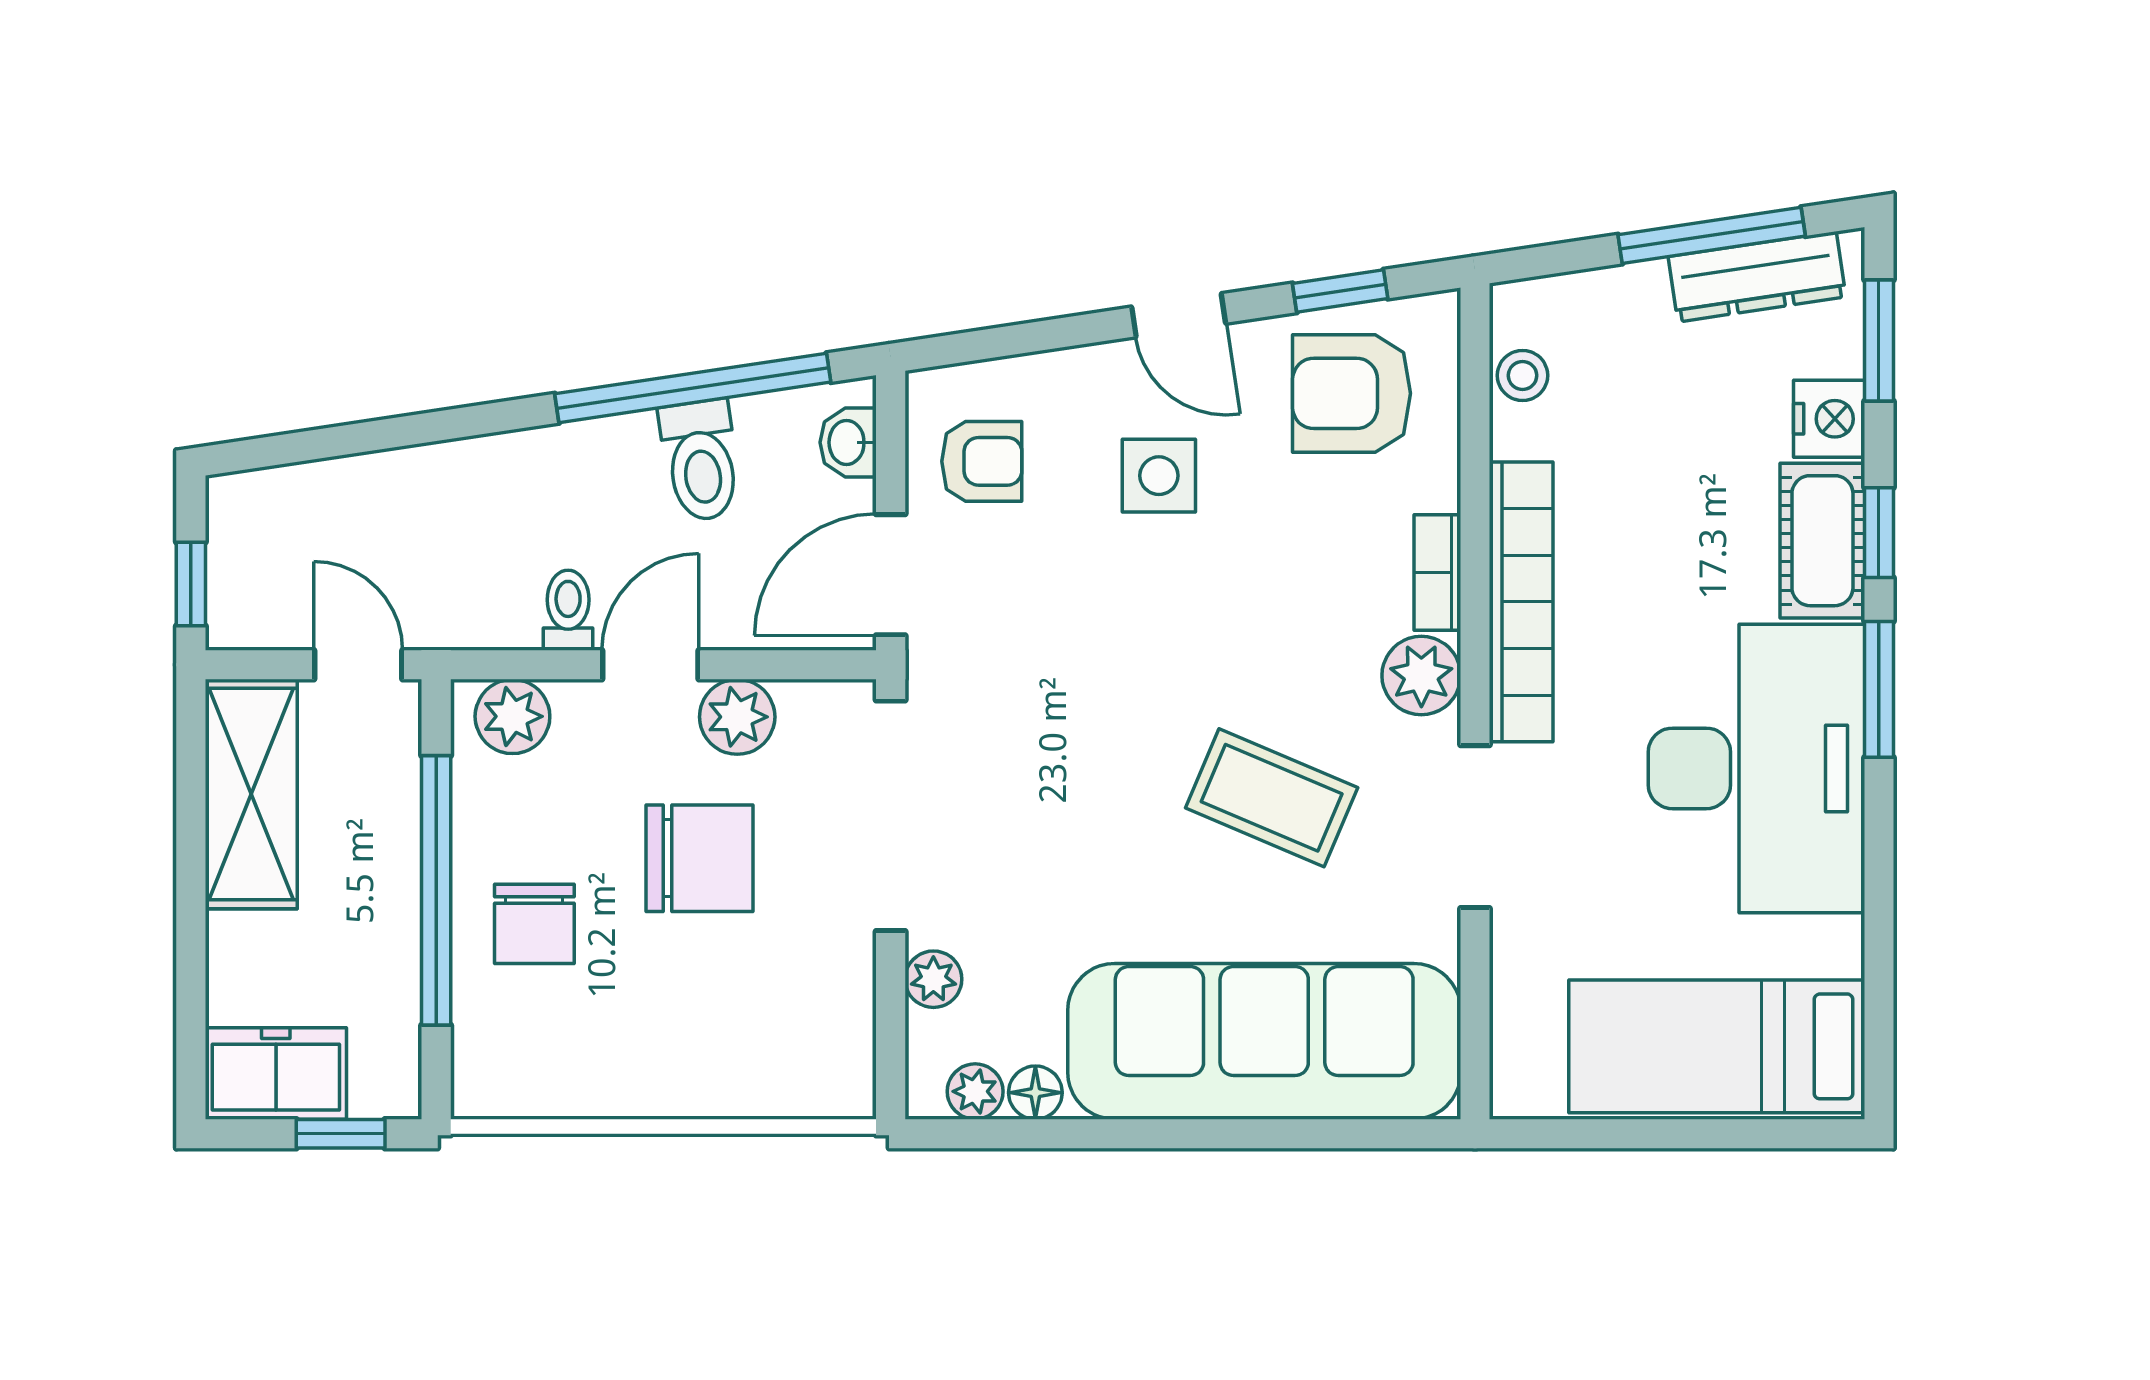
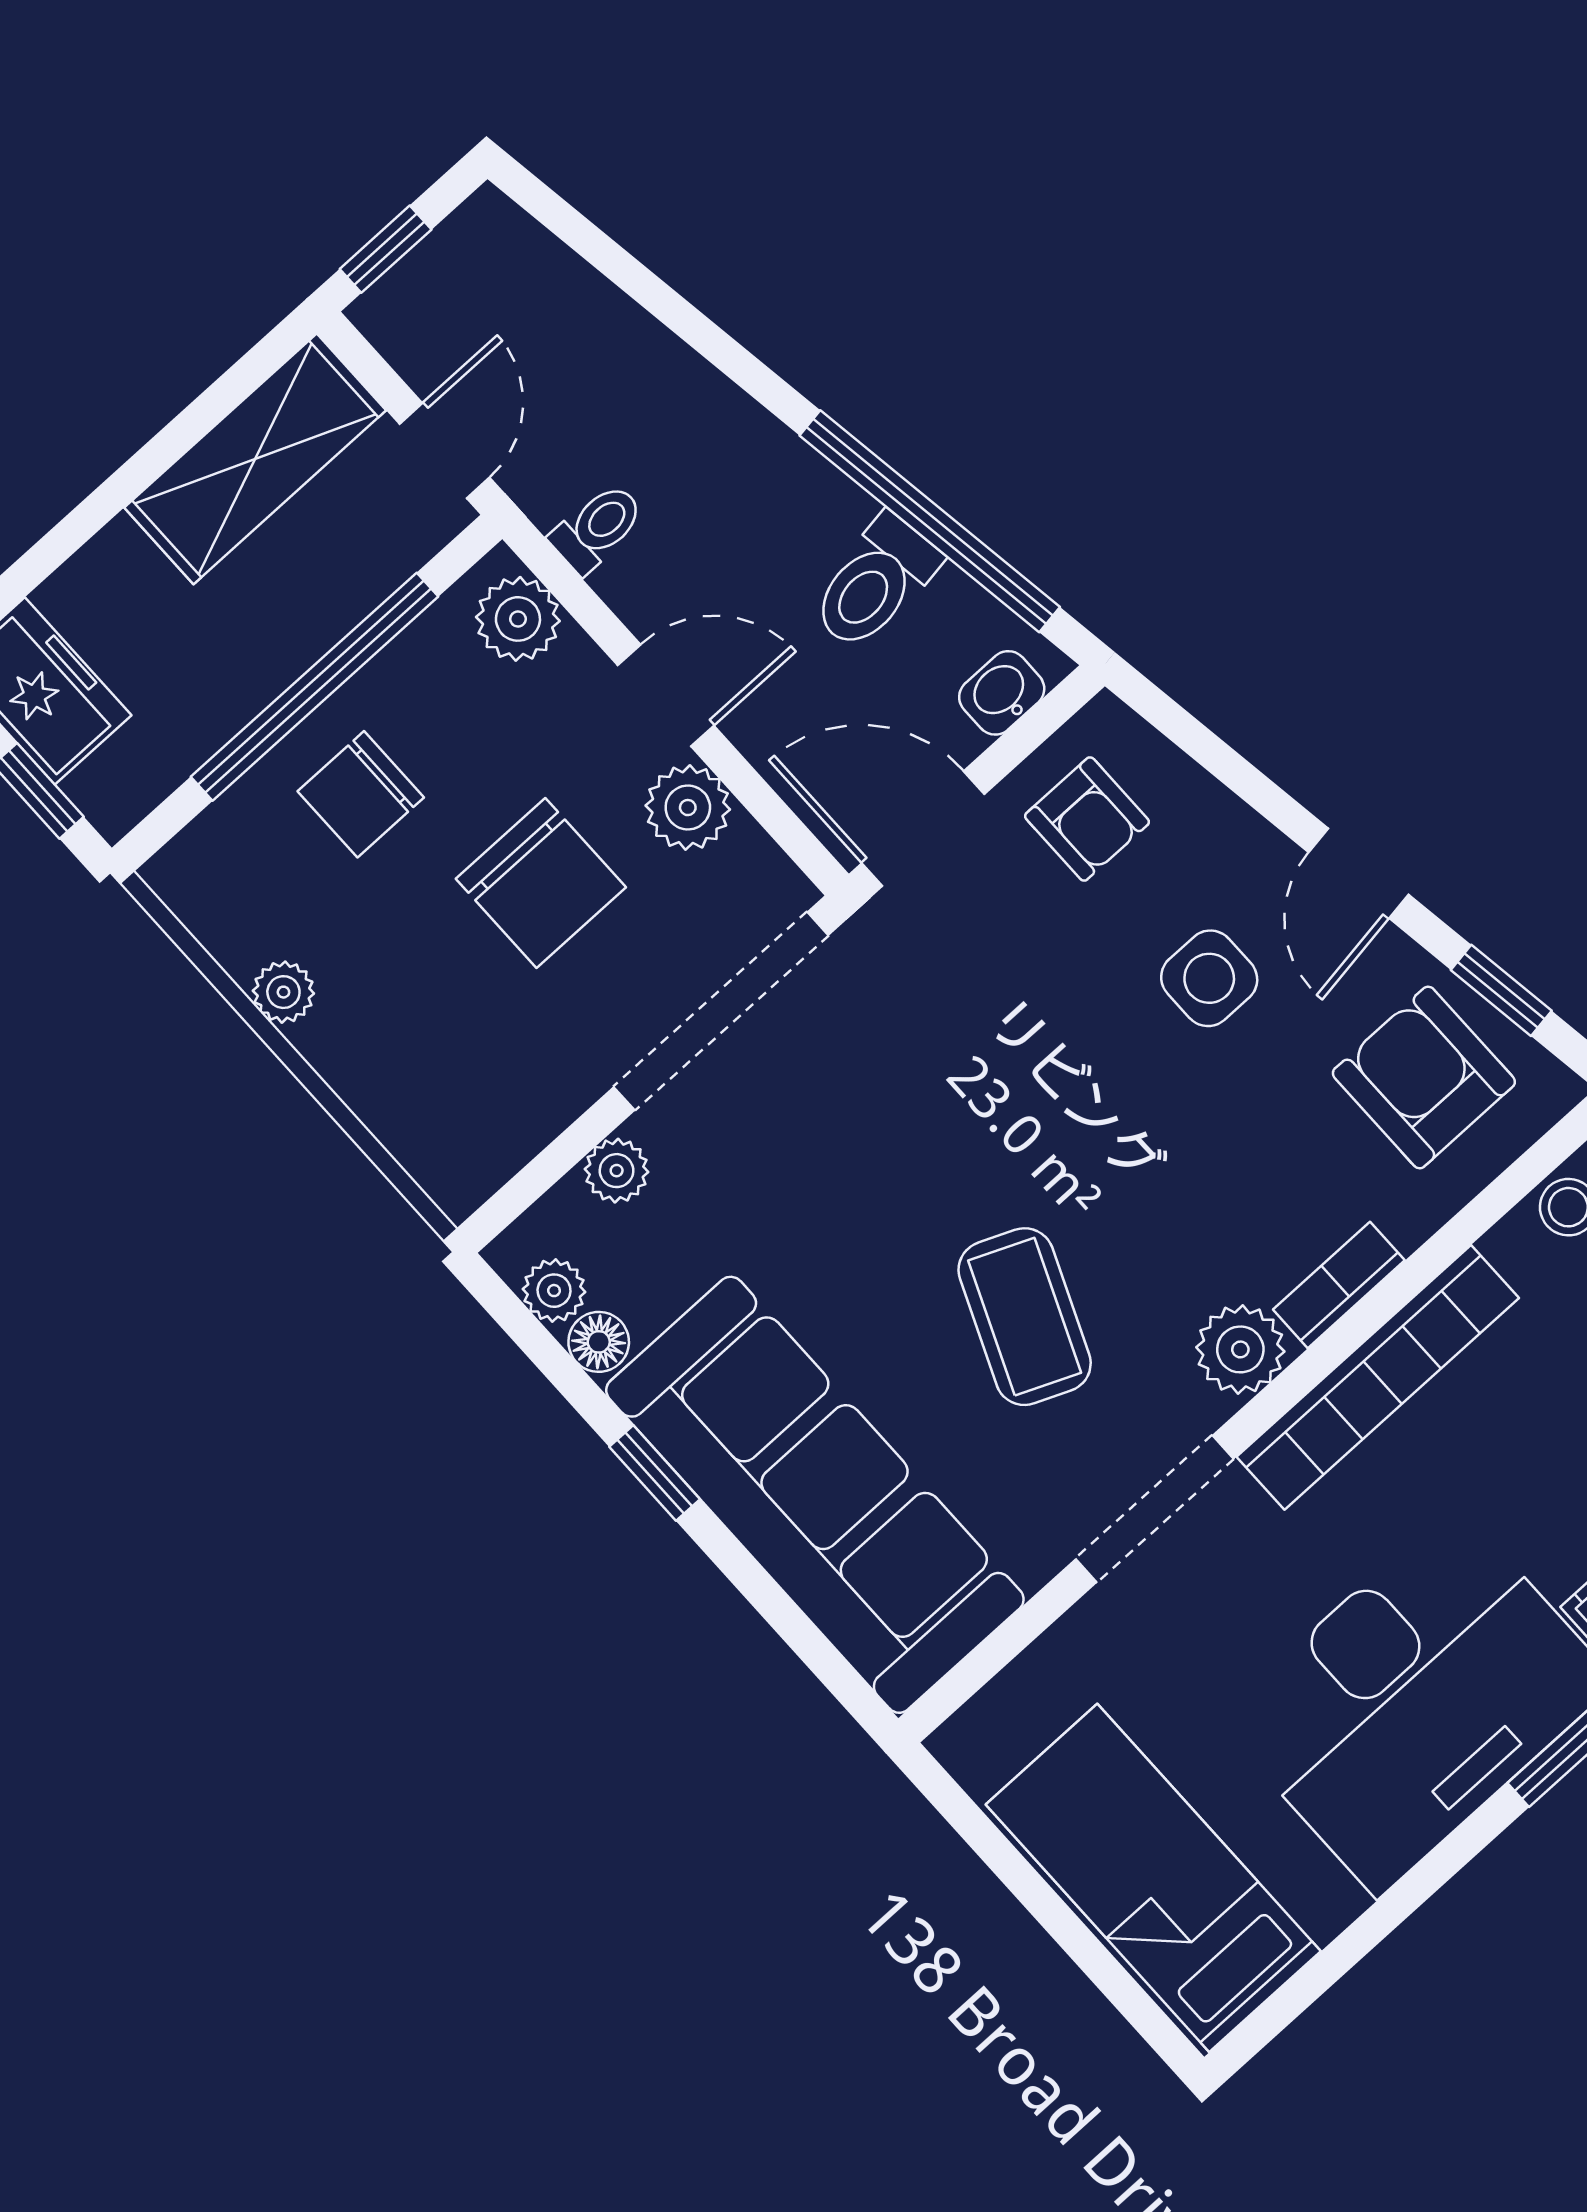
toilet: (568, 610) -> (597, 528), moved
plant: (618, 1092) -> (283, 992), added
window: (1155, 1134) -> (655, 1473), added

